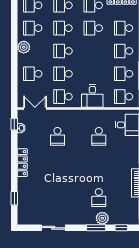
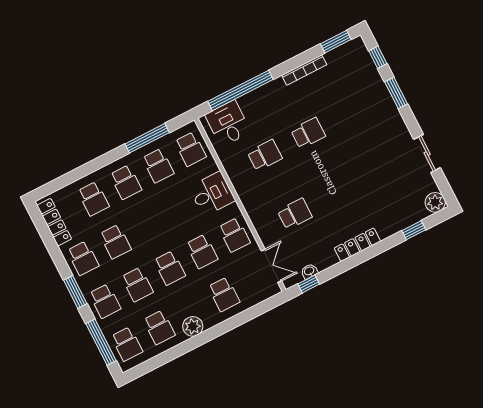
double door: (35, 108) -> (271, 266), swing flipped
school desk: (99, 198) -> (308, 133), moved
plant: (102, 218) -> (435, 202), moved

